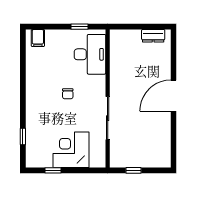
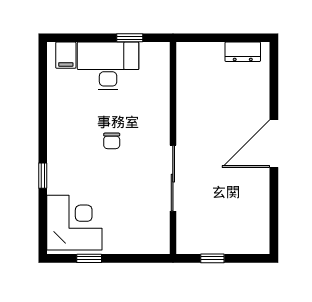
desk: (90, 54) -> (108, 66), moved, turned -90
window: (23, 137) -> (43, 176), moved
corner desk: (71, 150) -> (74, 223), moved, turned 90

